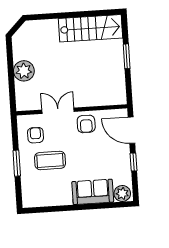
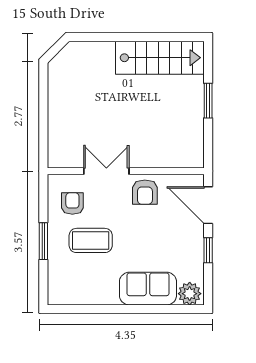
plant: (24, 71) -> (62, 112), removed

